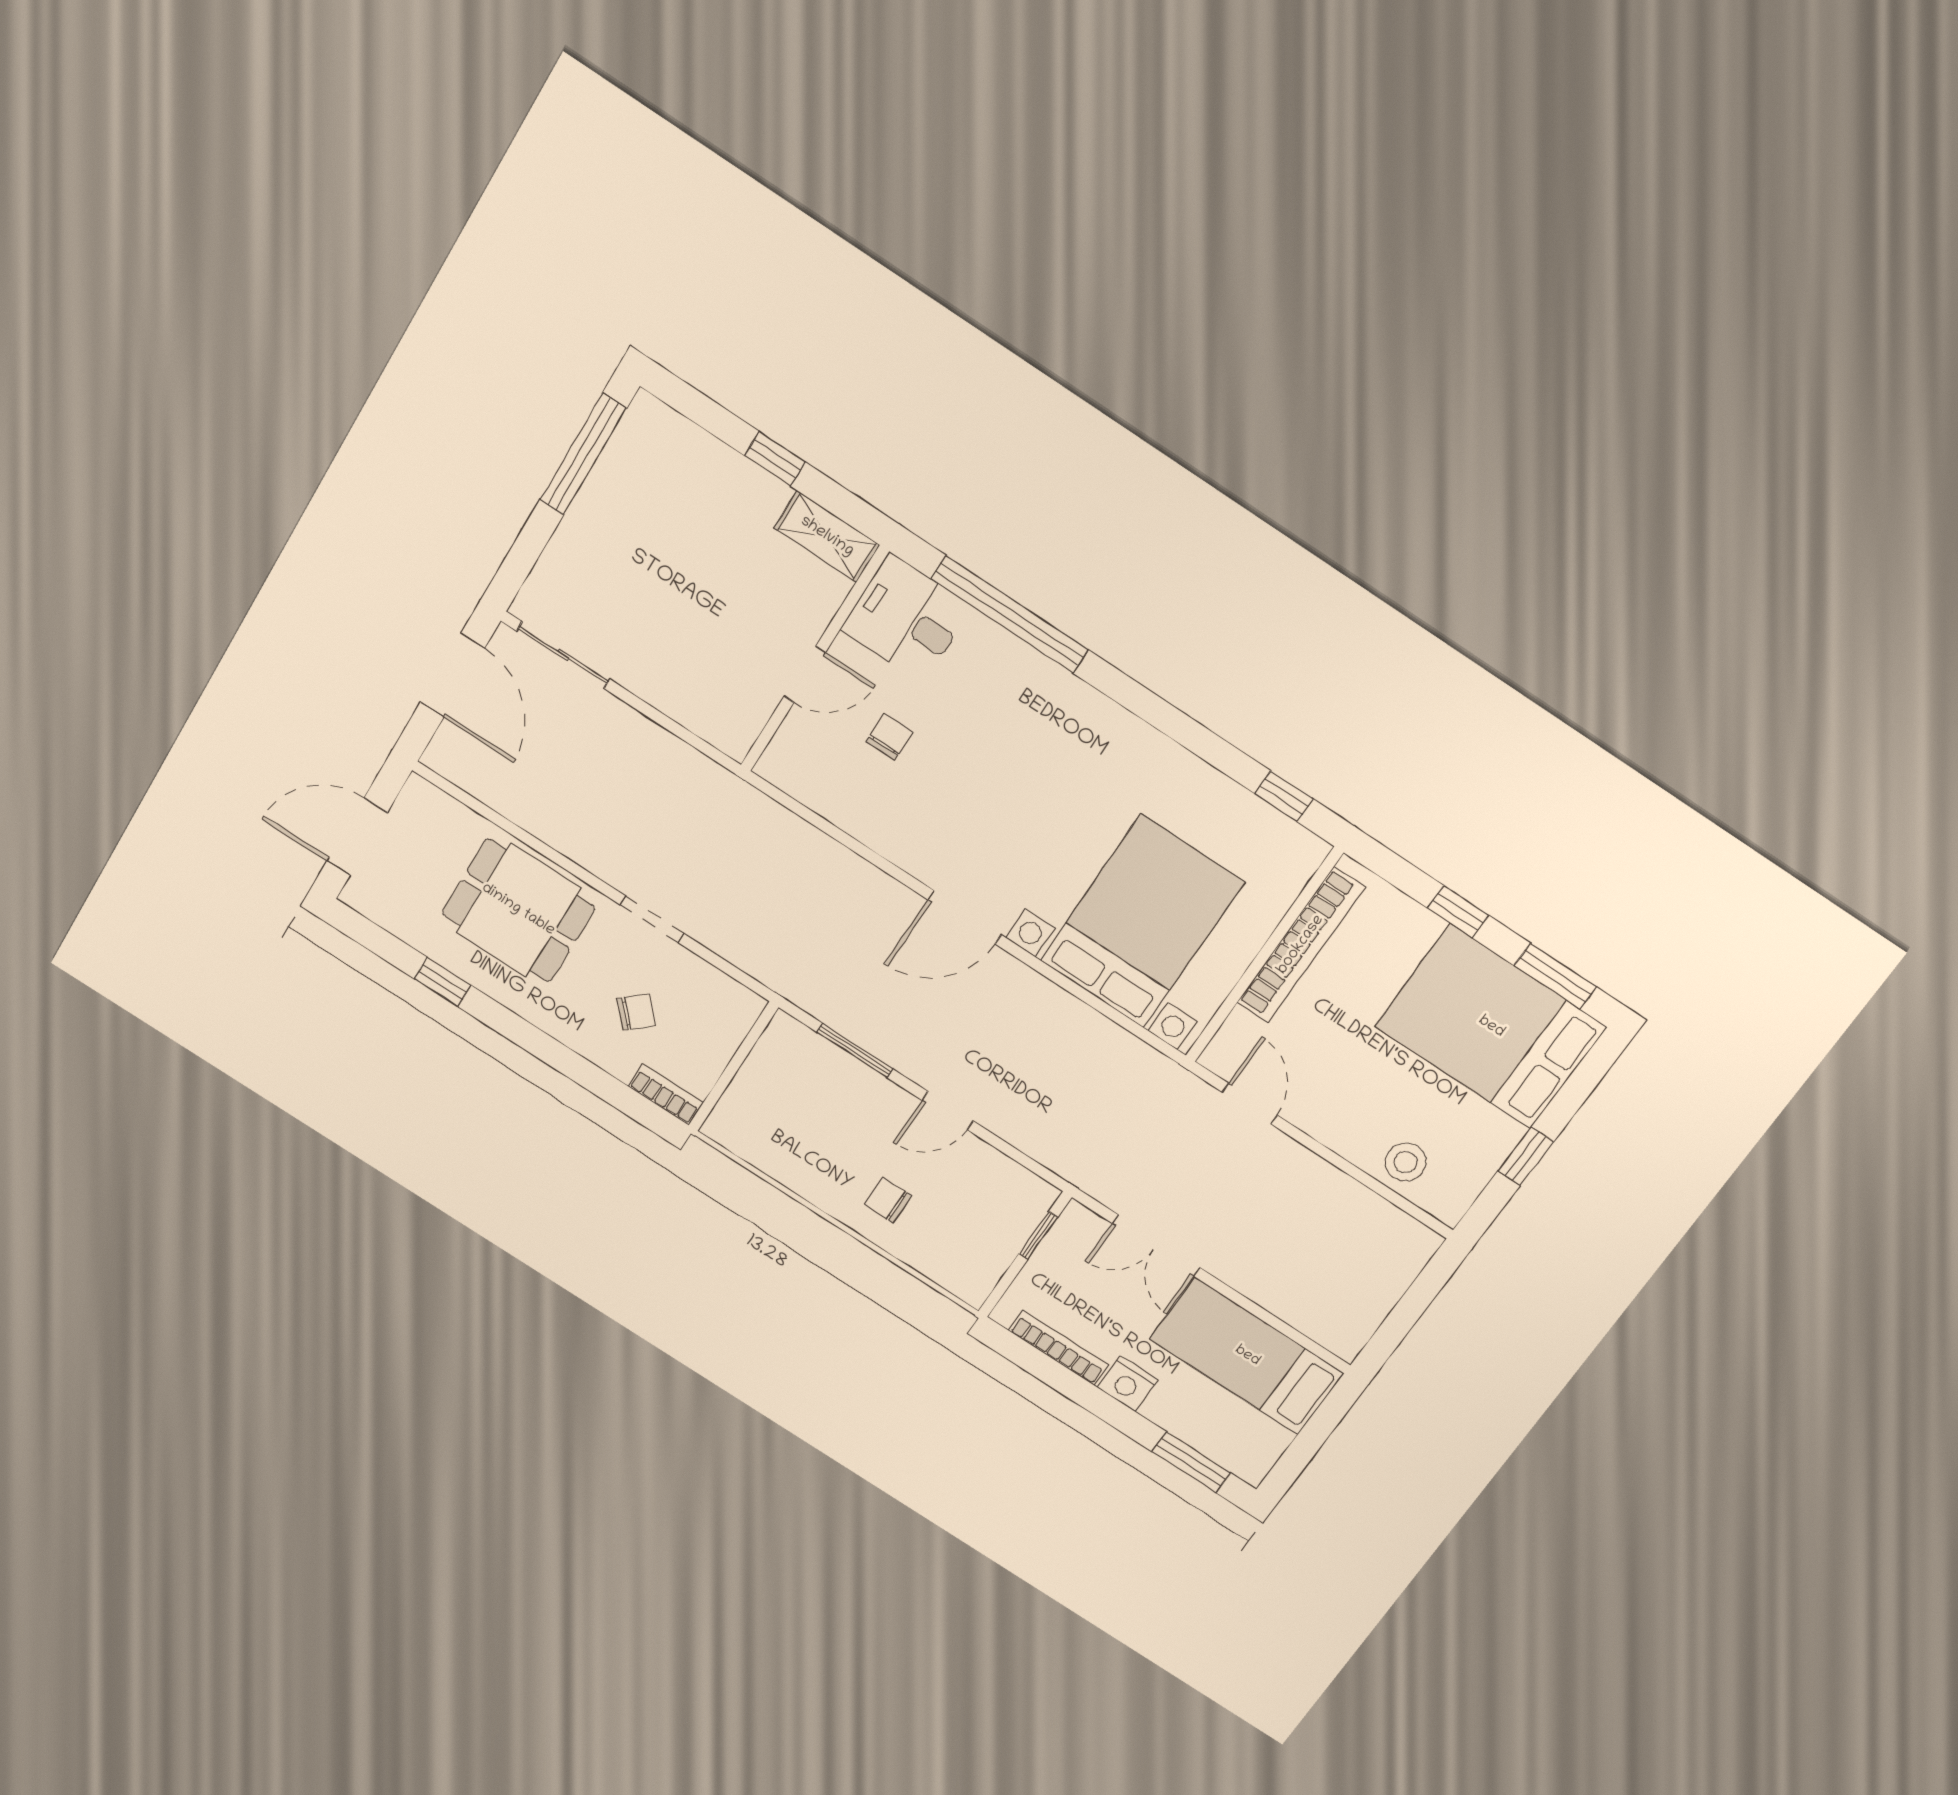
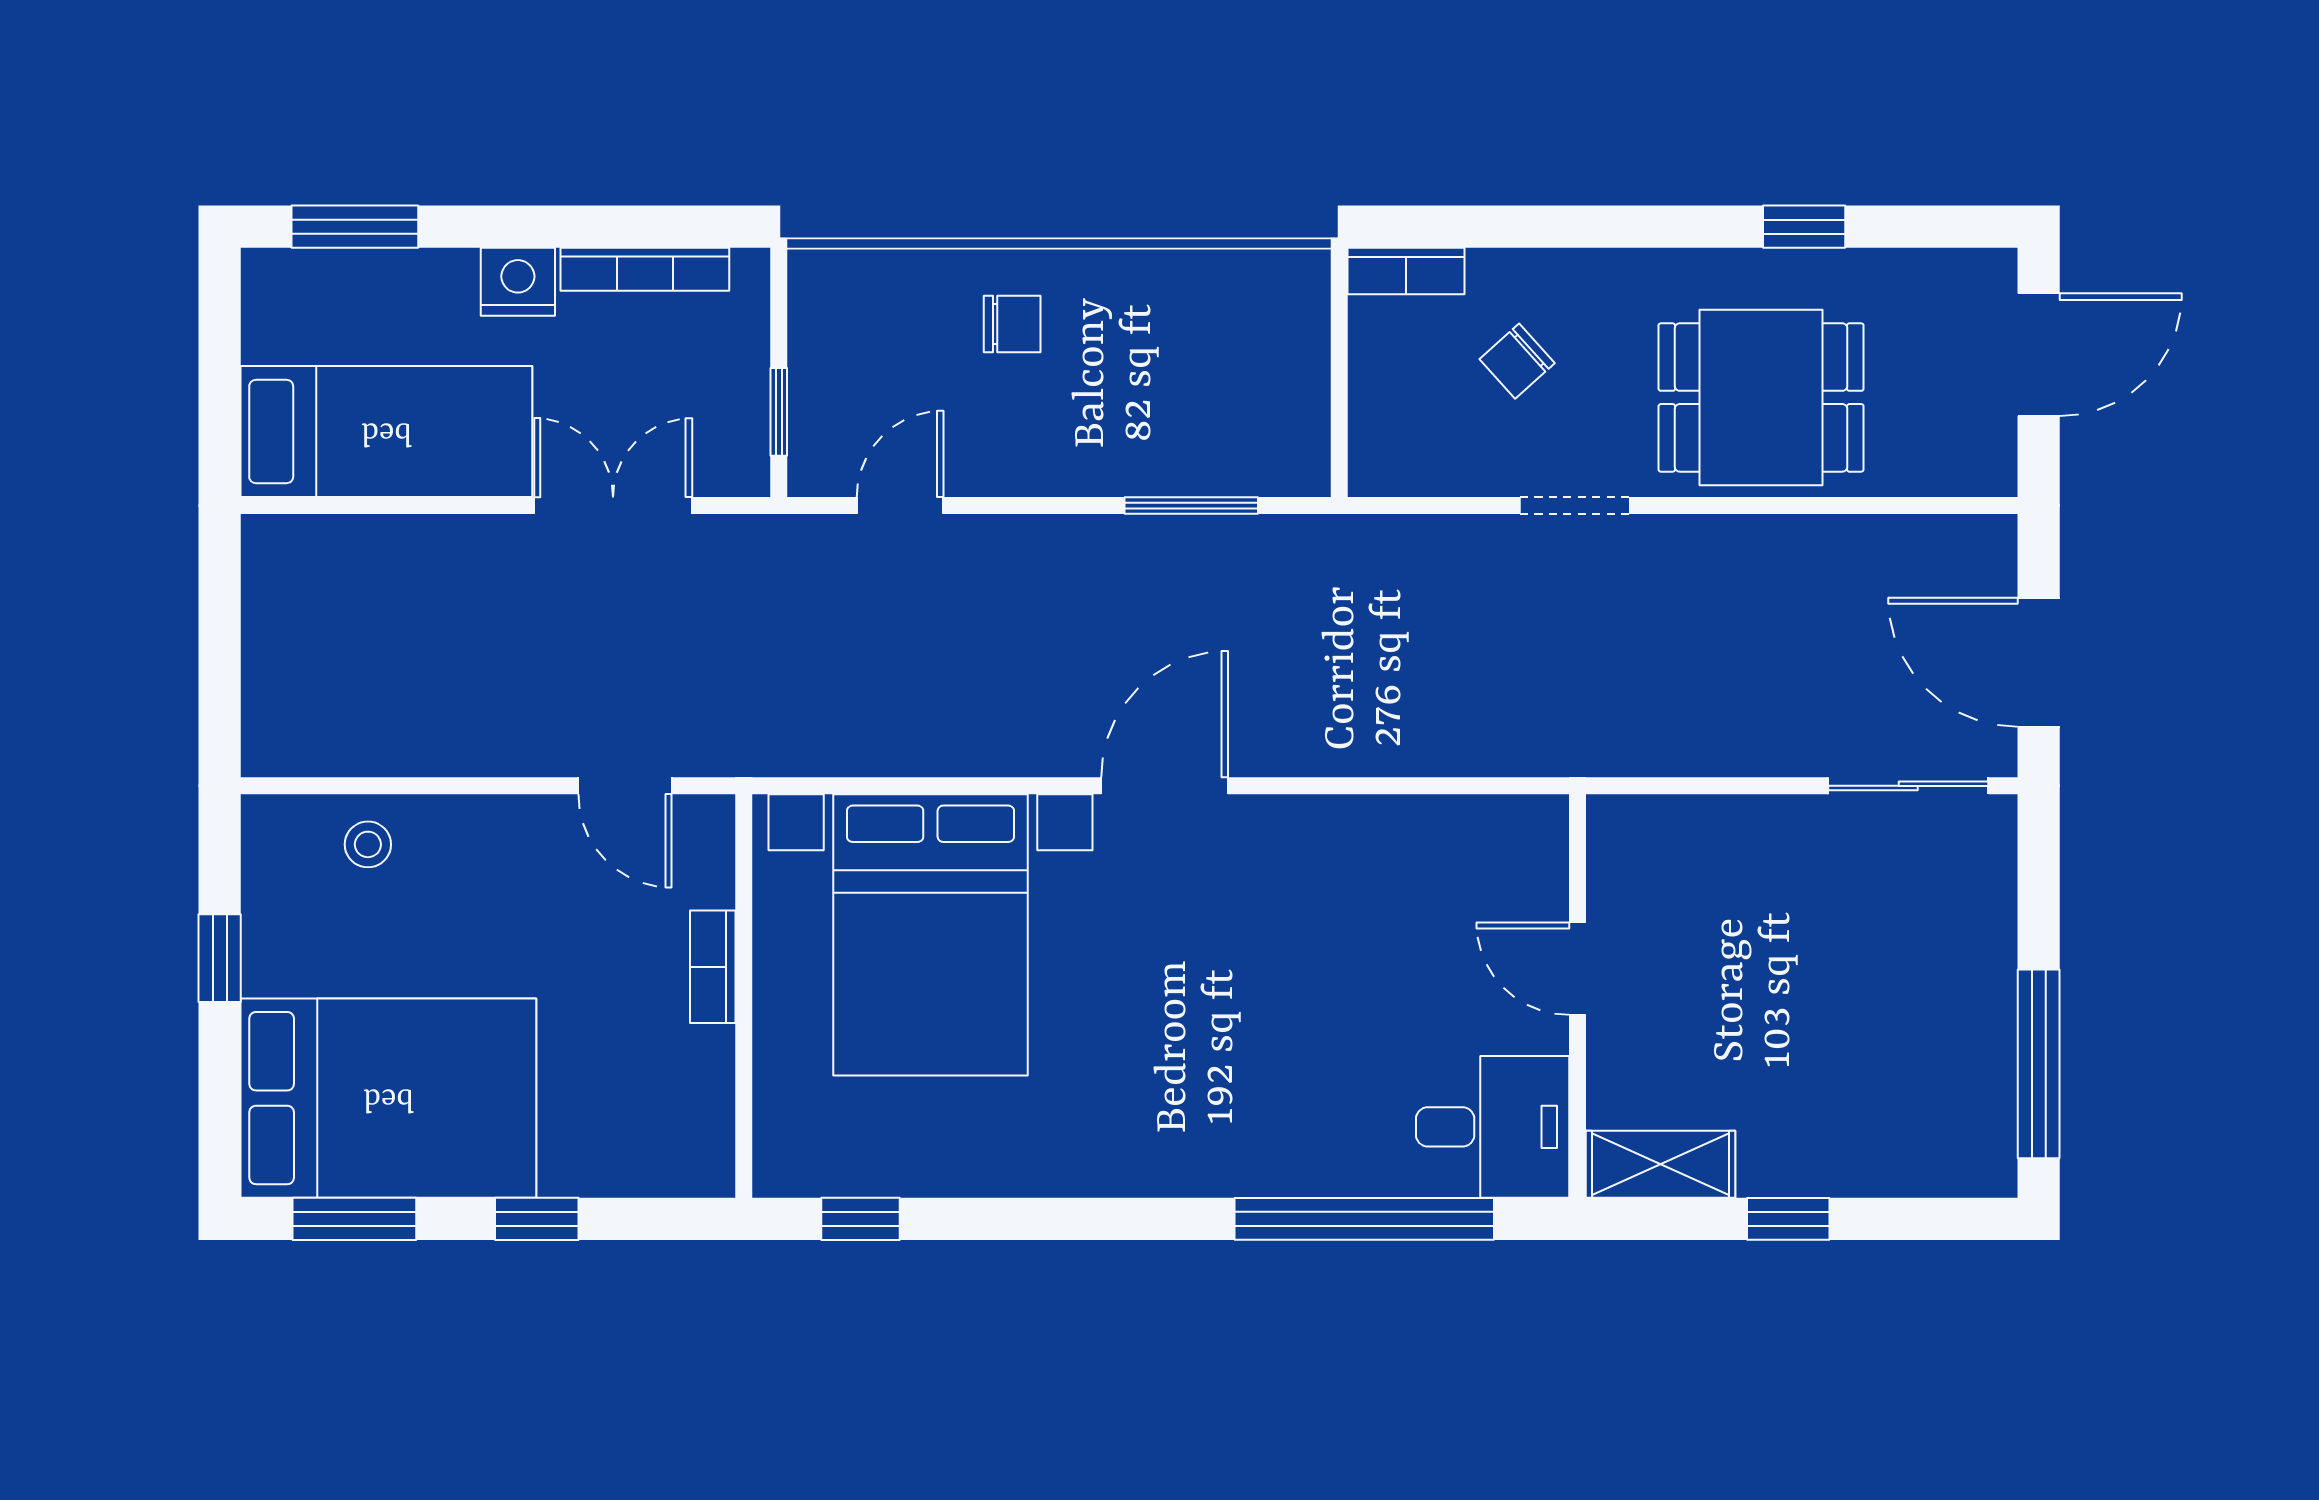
door: (805, 674) -> (1577, 969), hinge flipped
chair: (889, 737) -> (1416, 960), removed
bookcase: (1301, 945) -> (713, 967), width x0.43, depth x0.76
door: (948, 1111) -> (900, 506), moved
stool: (1406, 1162) -> (368, 844), width x0.73, depth x0.73

